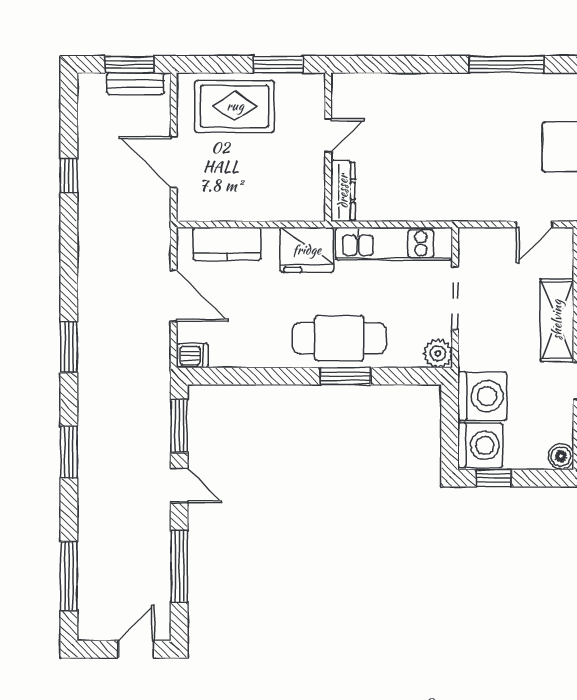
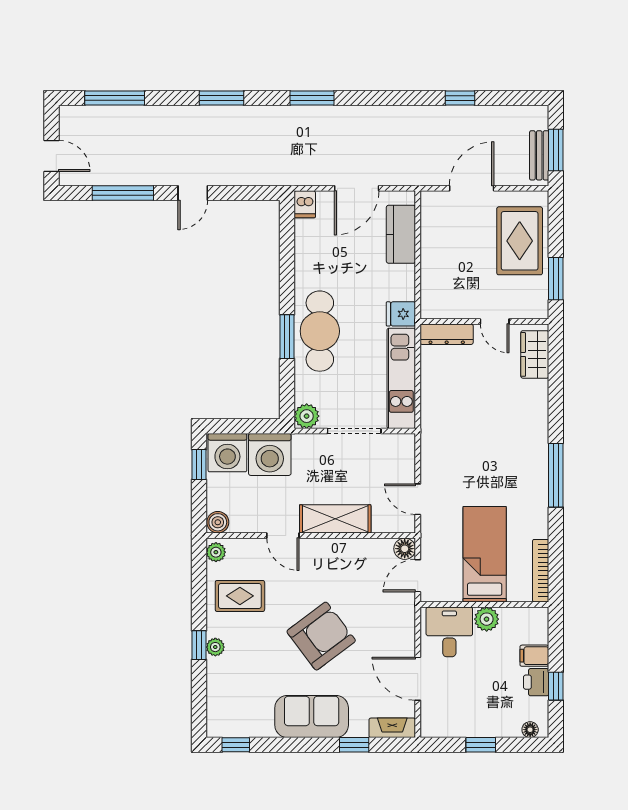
wardrobe: (366, 89) -> (535, 354), added
fridge: (307, 250) -> (401, 314), width x0.53, depth x0.75
window: (179, 426) -> (244, 193), removed

